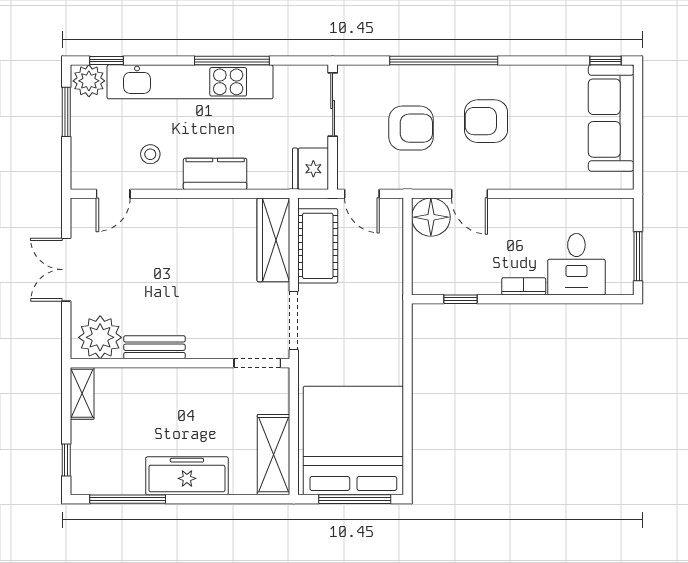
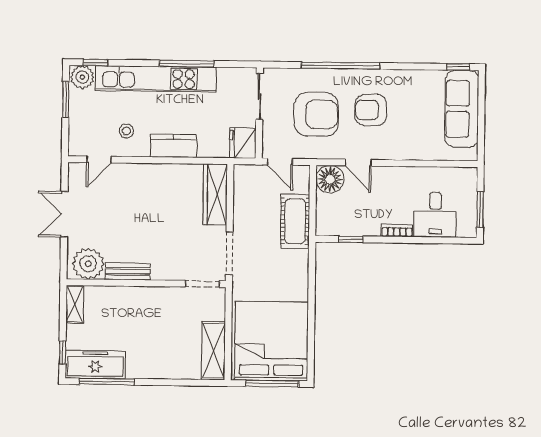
armchair: (411, 128) -> (316, 114), width x1.36, depth x1.36
cot: (318, 246) -> (295, 221), moved
freezer: (187, 476) -> (95, 365), moved

